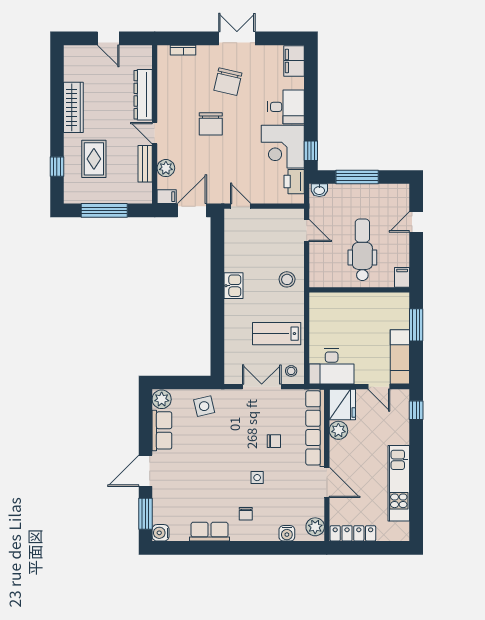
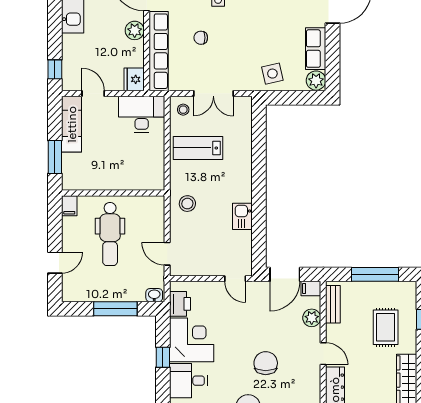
window: (311, 151) -> (163, 357), moved
bench: (145, 164) -> (333, 304), moved
kitchen sink: (233, 286) -> (242, 216), moved
lab bench: (277, 334) -> (198, 148), turned 180
fridge: (342, 405) -> (134, 79), width x0.73, depth x0.75
plant: (338, 430) -> (135, 30), moved

